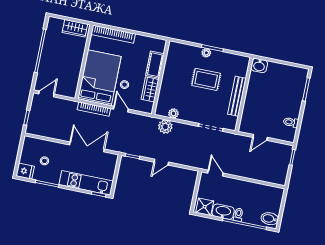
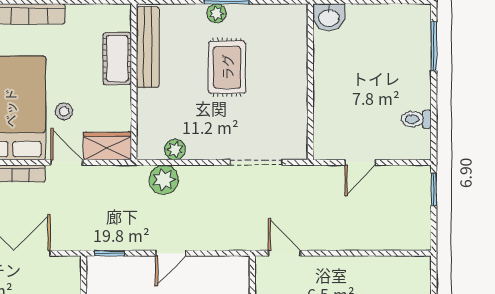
rug: (206, 79) -> (227, 67), turned 90
wardrobe: (150, 89) -> (107, 146), moved, turned 90
bench: (237, 96) -> (148, 47), moved

